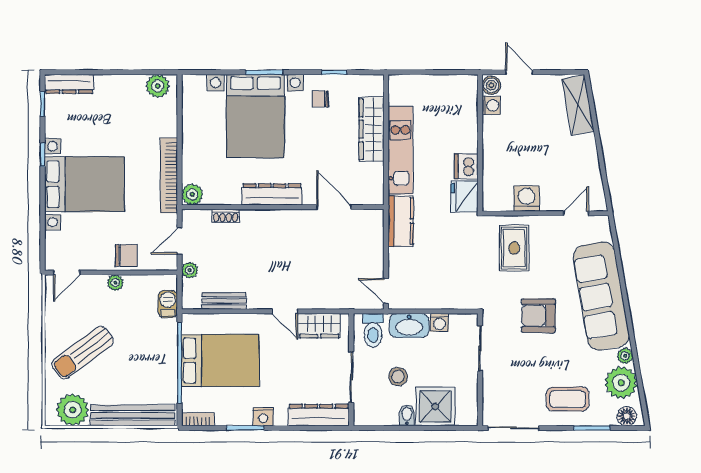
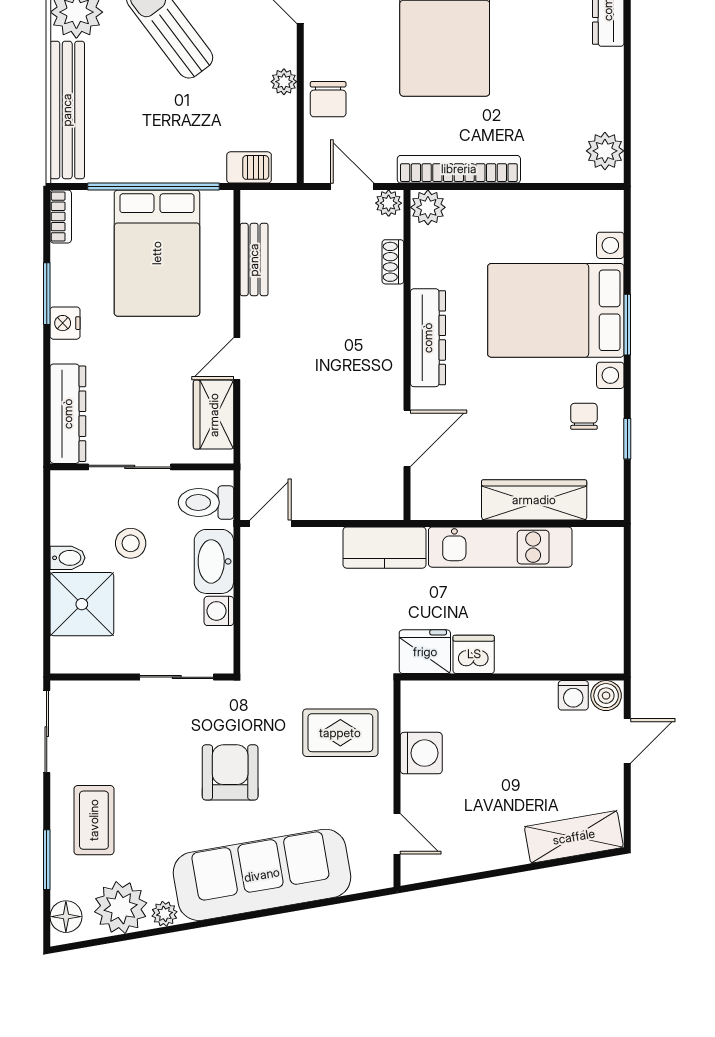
plant: (190, 270) -> (389, 203), moved

